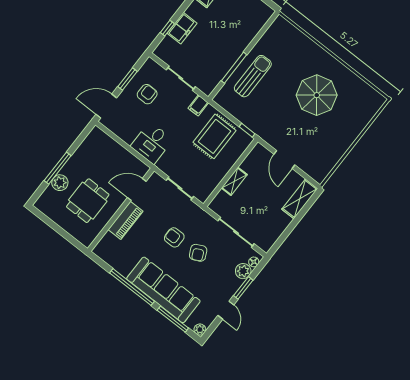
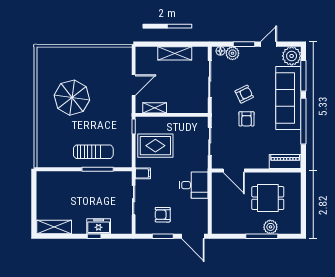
window: (167, 28) -> (94, 236), moved
sun lounger: (253, 76) -> (93, 152), turned 180
shelving: (234, 181) -> (155, 108), moved
shelving: (300, 199) -> (175, 53), moved
piano: (125, 220) -> (285, 162), moved
plant: (200, 330) -> (292, 56), width x1.87, depth x1.87

